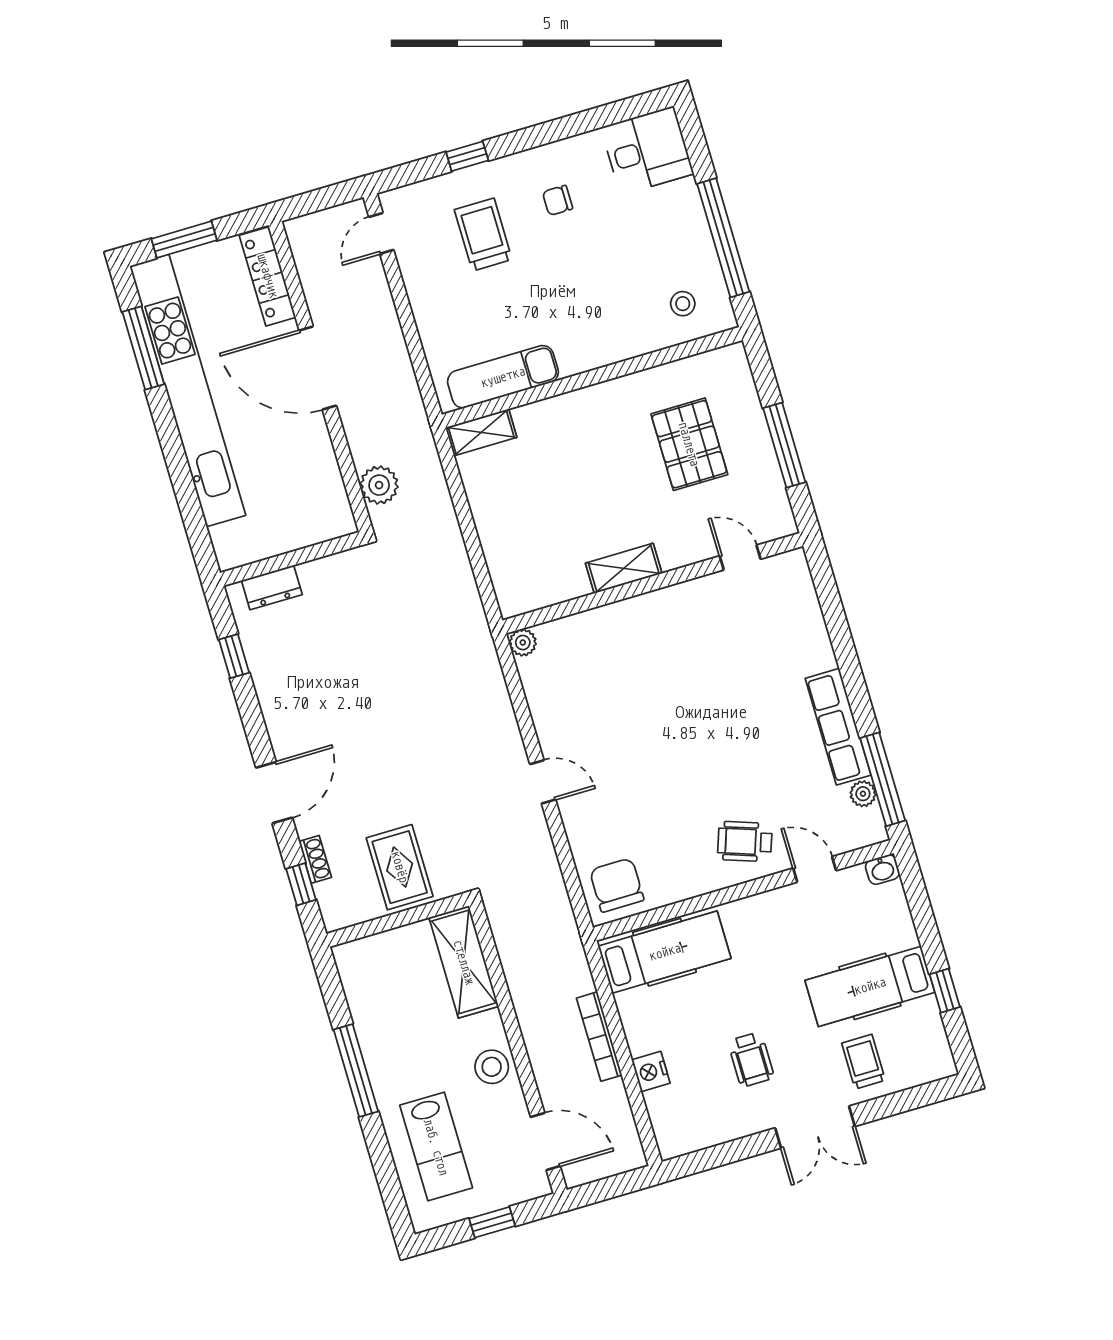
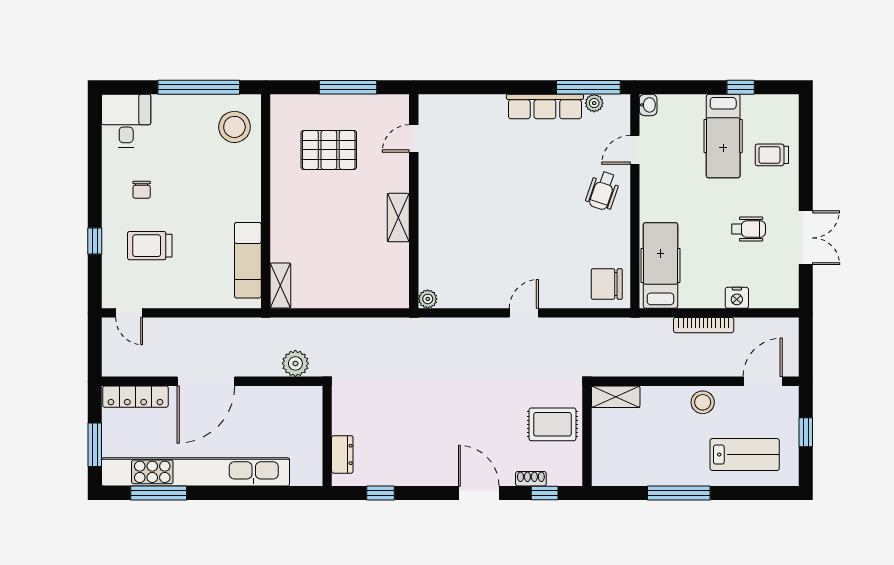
stool: (683, 304) -> (234, 127), width x1.89, depth x1.89
shelving: (464, 962) -> (616, 397), width x0.67, depth x0.75
double door: (815, 1127) -> (806, 238), moved

